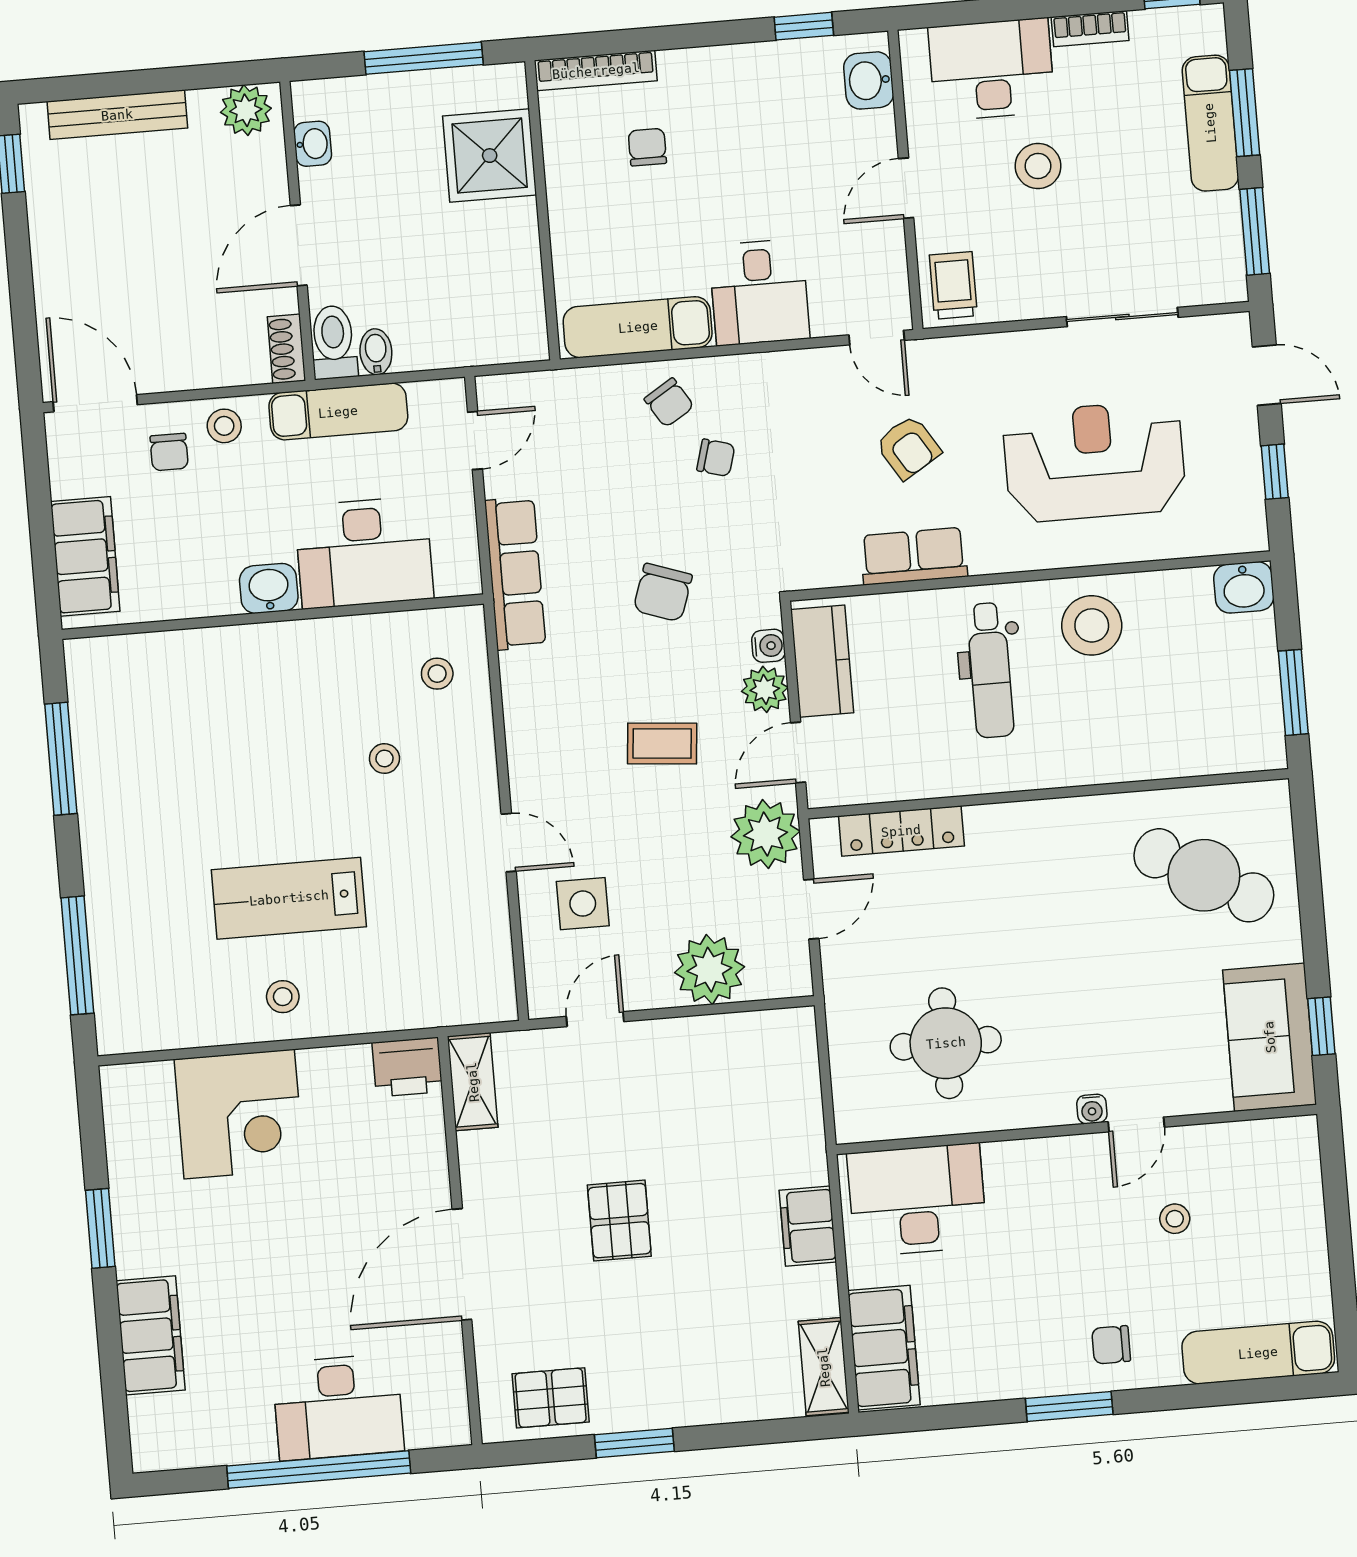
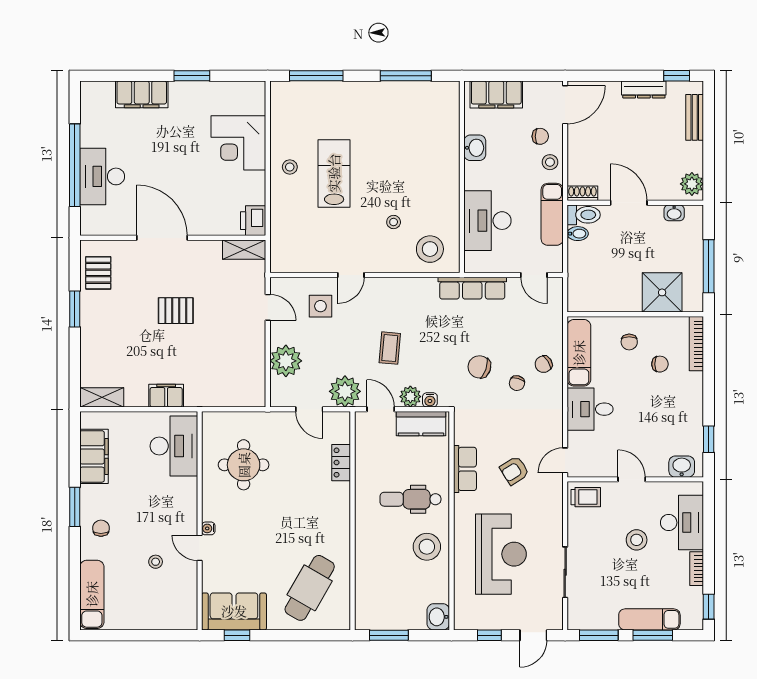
bench: (117, 115) -> (695, 117), width x0.73
chair: (605, 219) -> (629, 342), added
dresser: (47, 233) -> (644, 90), added
chair: (169, 452) -> (540, 136), turned 180
washbasin: (269, 588) -> (475, 148), moved
chair: (663, 592) -> (479, 367), moved
stool: (437, 674) -> (430, 249), width x1.89, depth x1.89
locker: (901, 831) -> (341, 463), width x0.66
filing cabinet: (884, 1348) -> (94, 456), moved, turned -90

